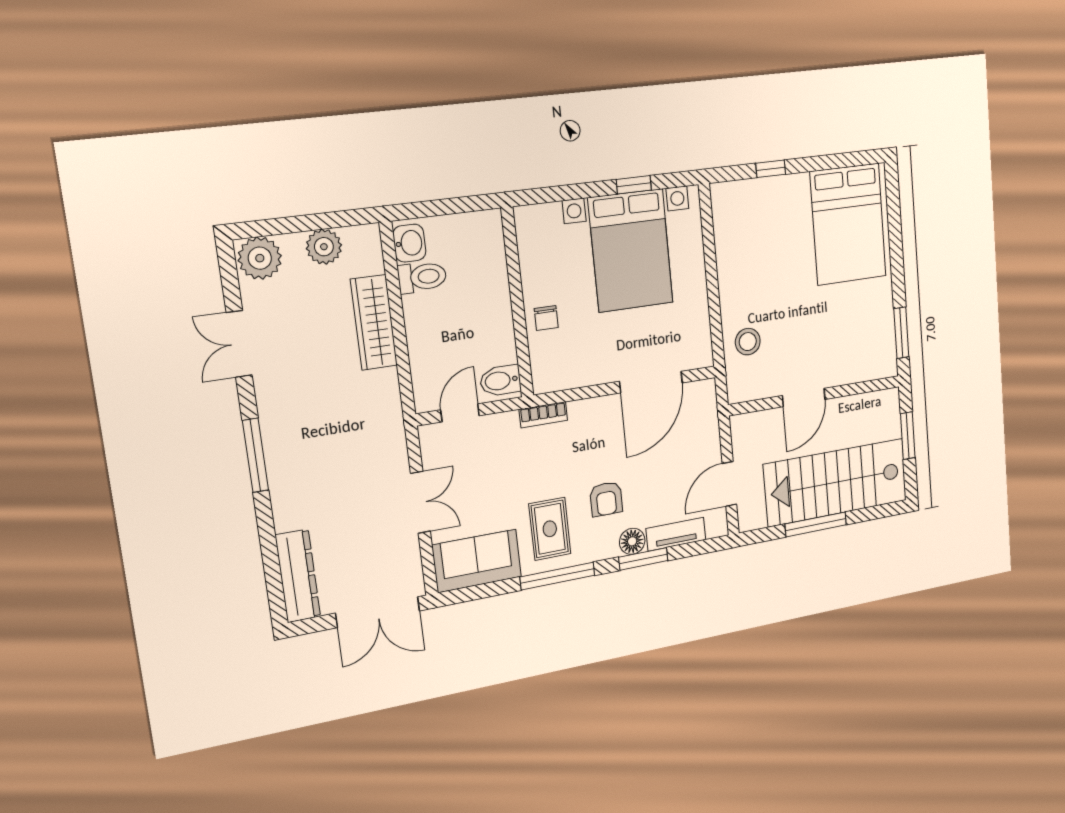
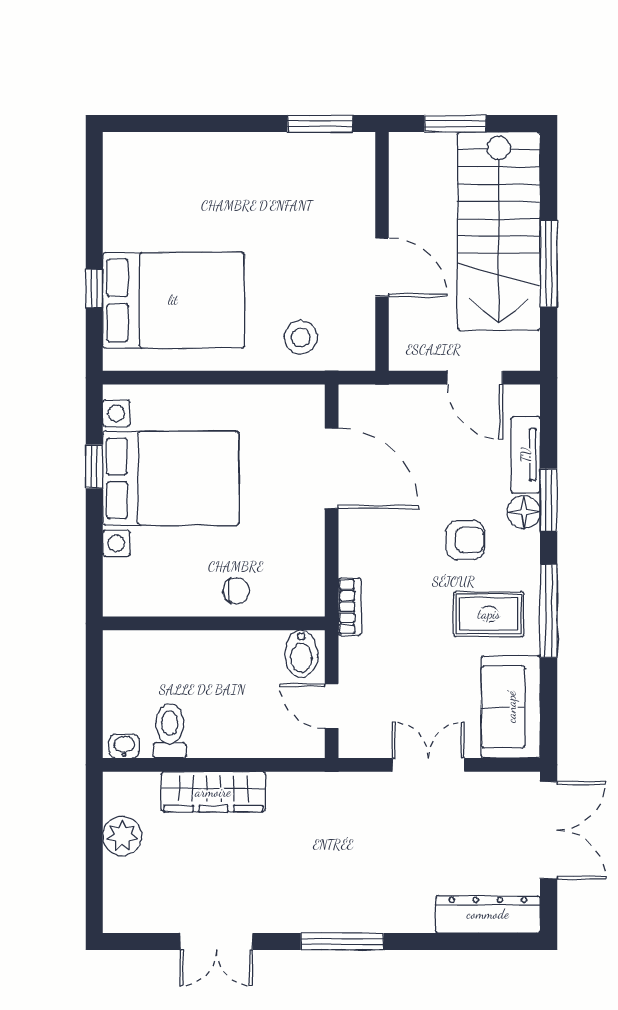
bed: (848, 224) -> (173, 300), moved
washbasin: (409, 243) -> (124, 746), width x0.72, depth x0.69
plant: (260, 258) -> (126, 907), removed

